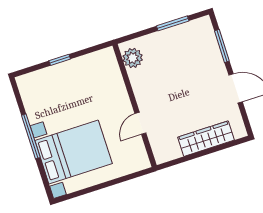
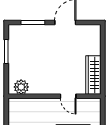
wardrobe: (206, 139) -> (93, 75), moved

